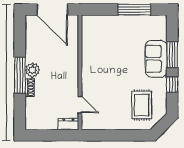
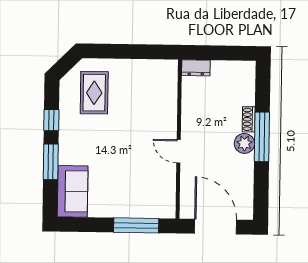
window: (134, 10) -> (136, 225), moved
sofa: (156, 59) -> (73, 191), moved
door: (80, 104) -> (179, 151), moved

